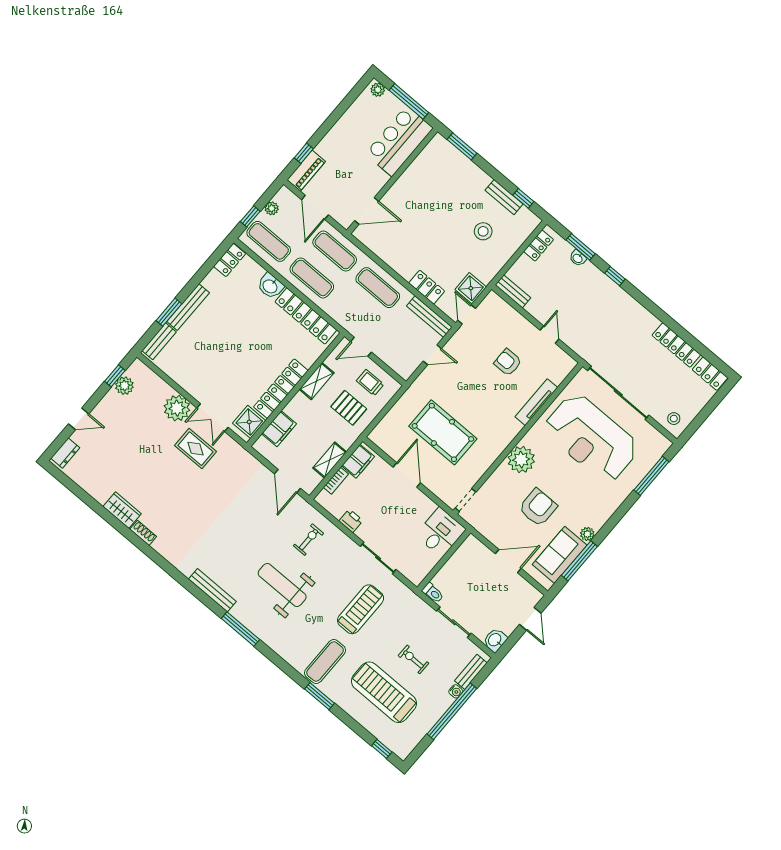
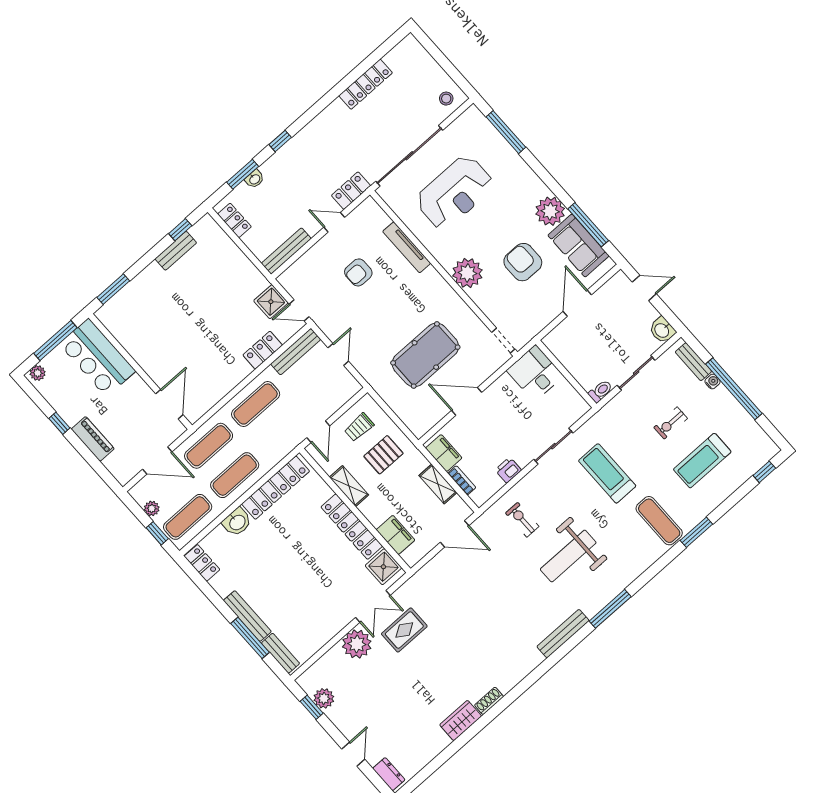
window: (304, 153) -> (59, 423), moved
piano: (306, 171) -> (93, 439), moved
stool: (483, 231) -> (210, 279), removed
bench: (513, 291) -> (286, 251), width x1.36
window: (169, 312) -> (250, 638), width x1.44
locker: (710, 374) -> (351, 191), moved, turned 180
reception desk: (591, 438) -> (455, 193), width x0.74, depth x0.77
plant: (587, 534) -> (550, 211), width x1.88, depth x1.88
treadmill: (384, 692) -> (702, 461), width x0.73, depth x0.73

